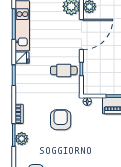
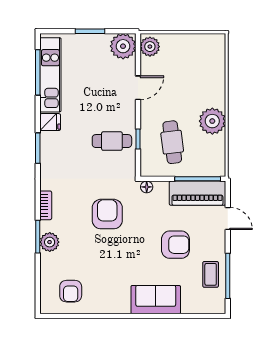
door: (81, 35) -> (138, 88), width x0.53
cafe table: (105, 71) -> (172, 142), added
armchair: (107, 140) -> (175, 245), added

